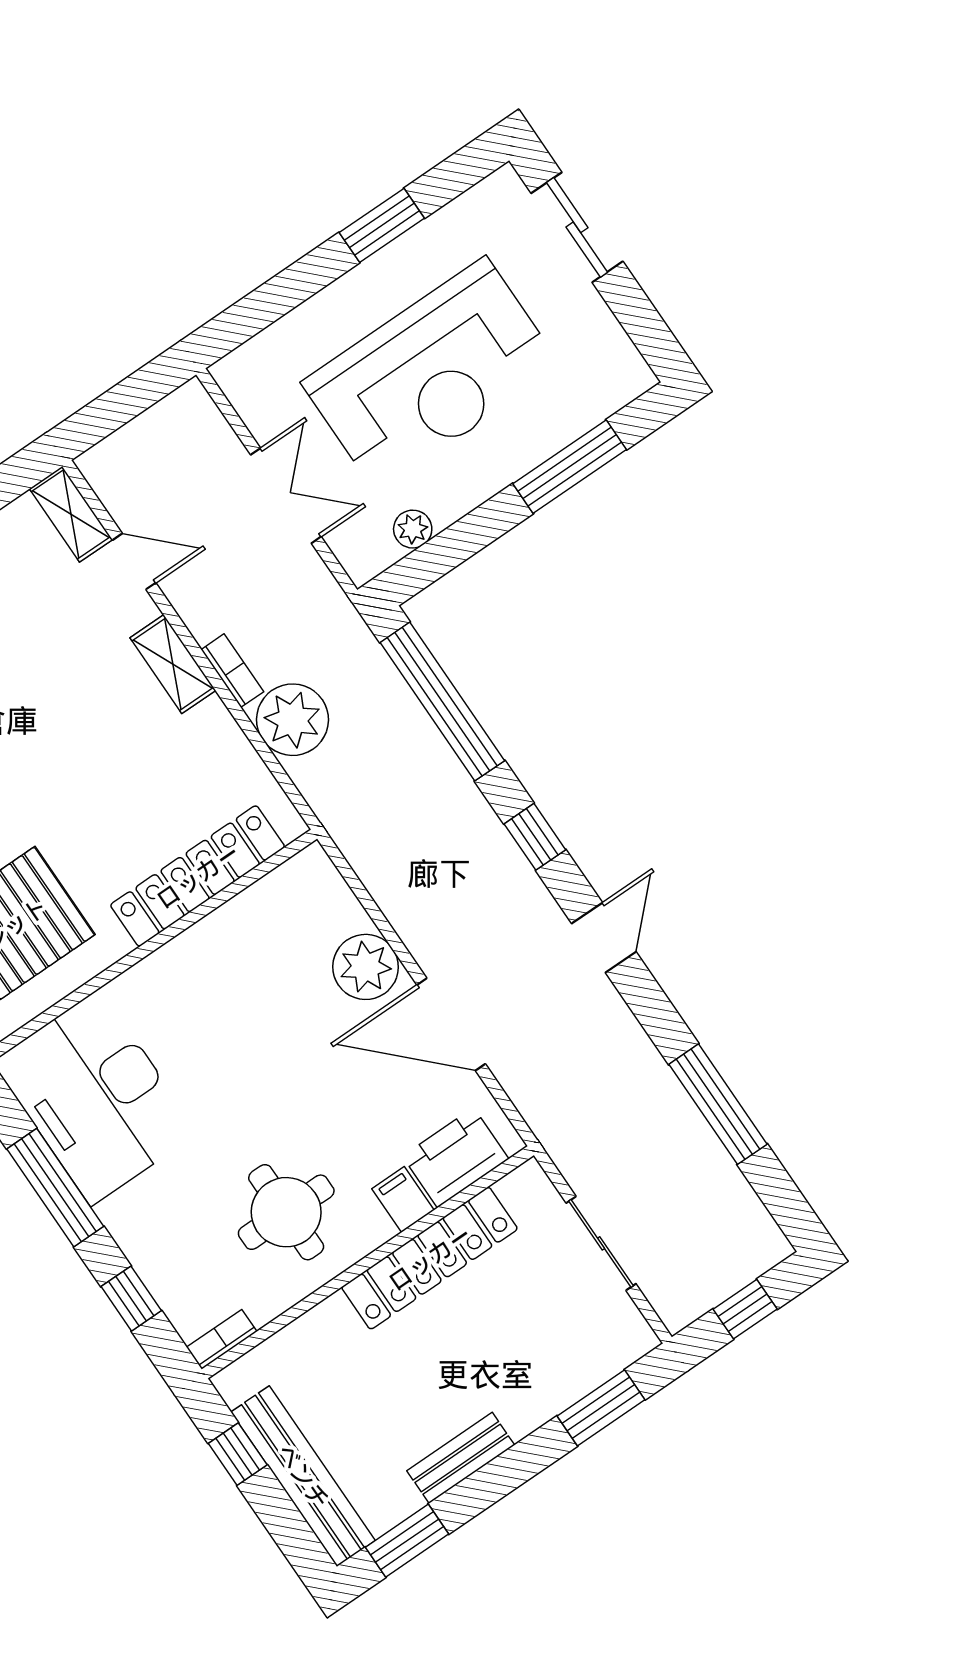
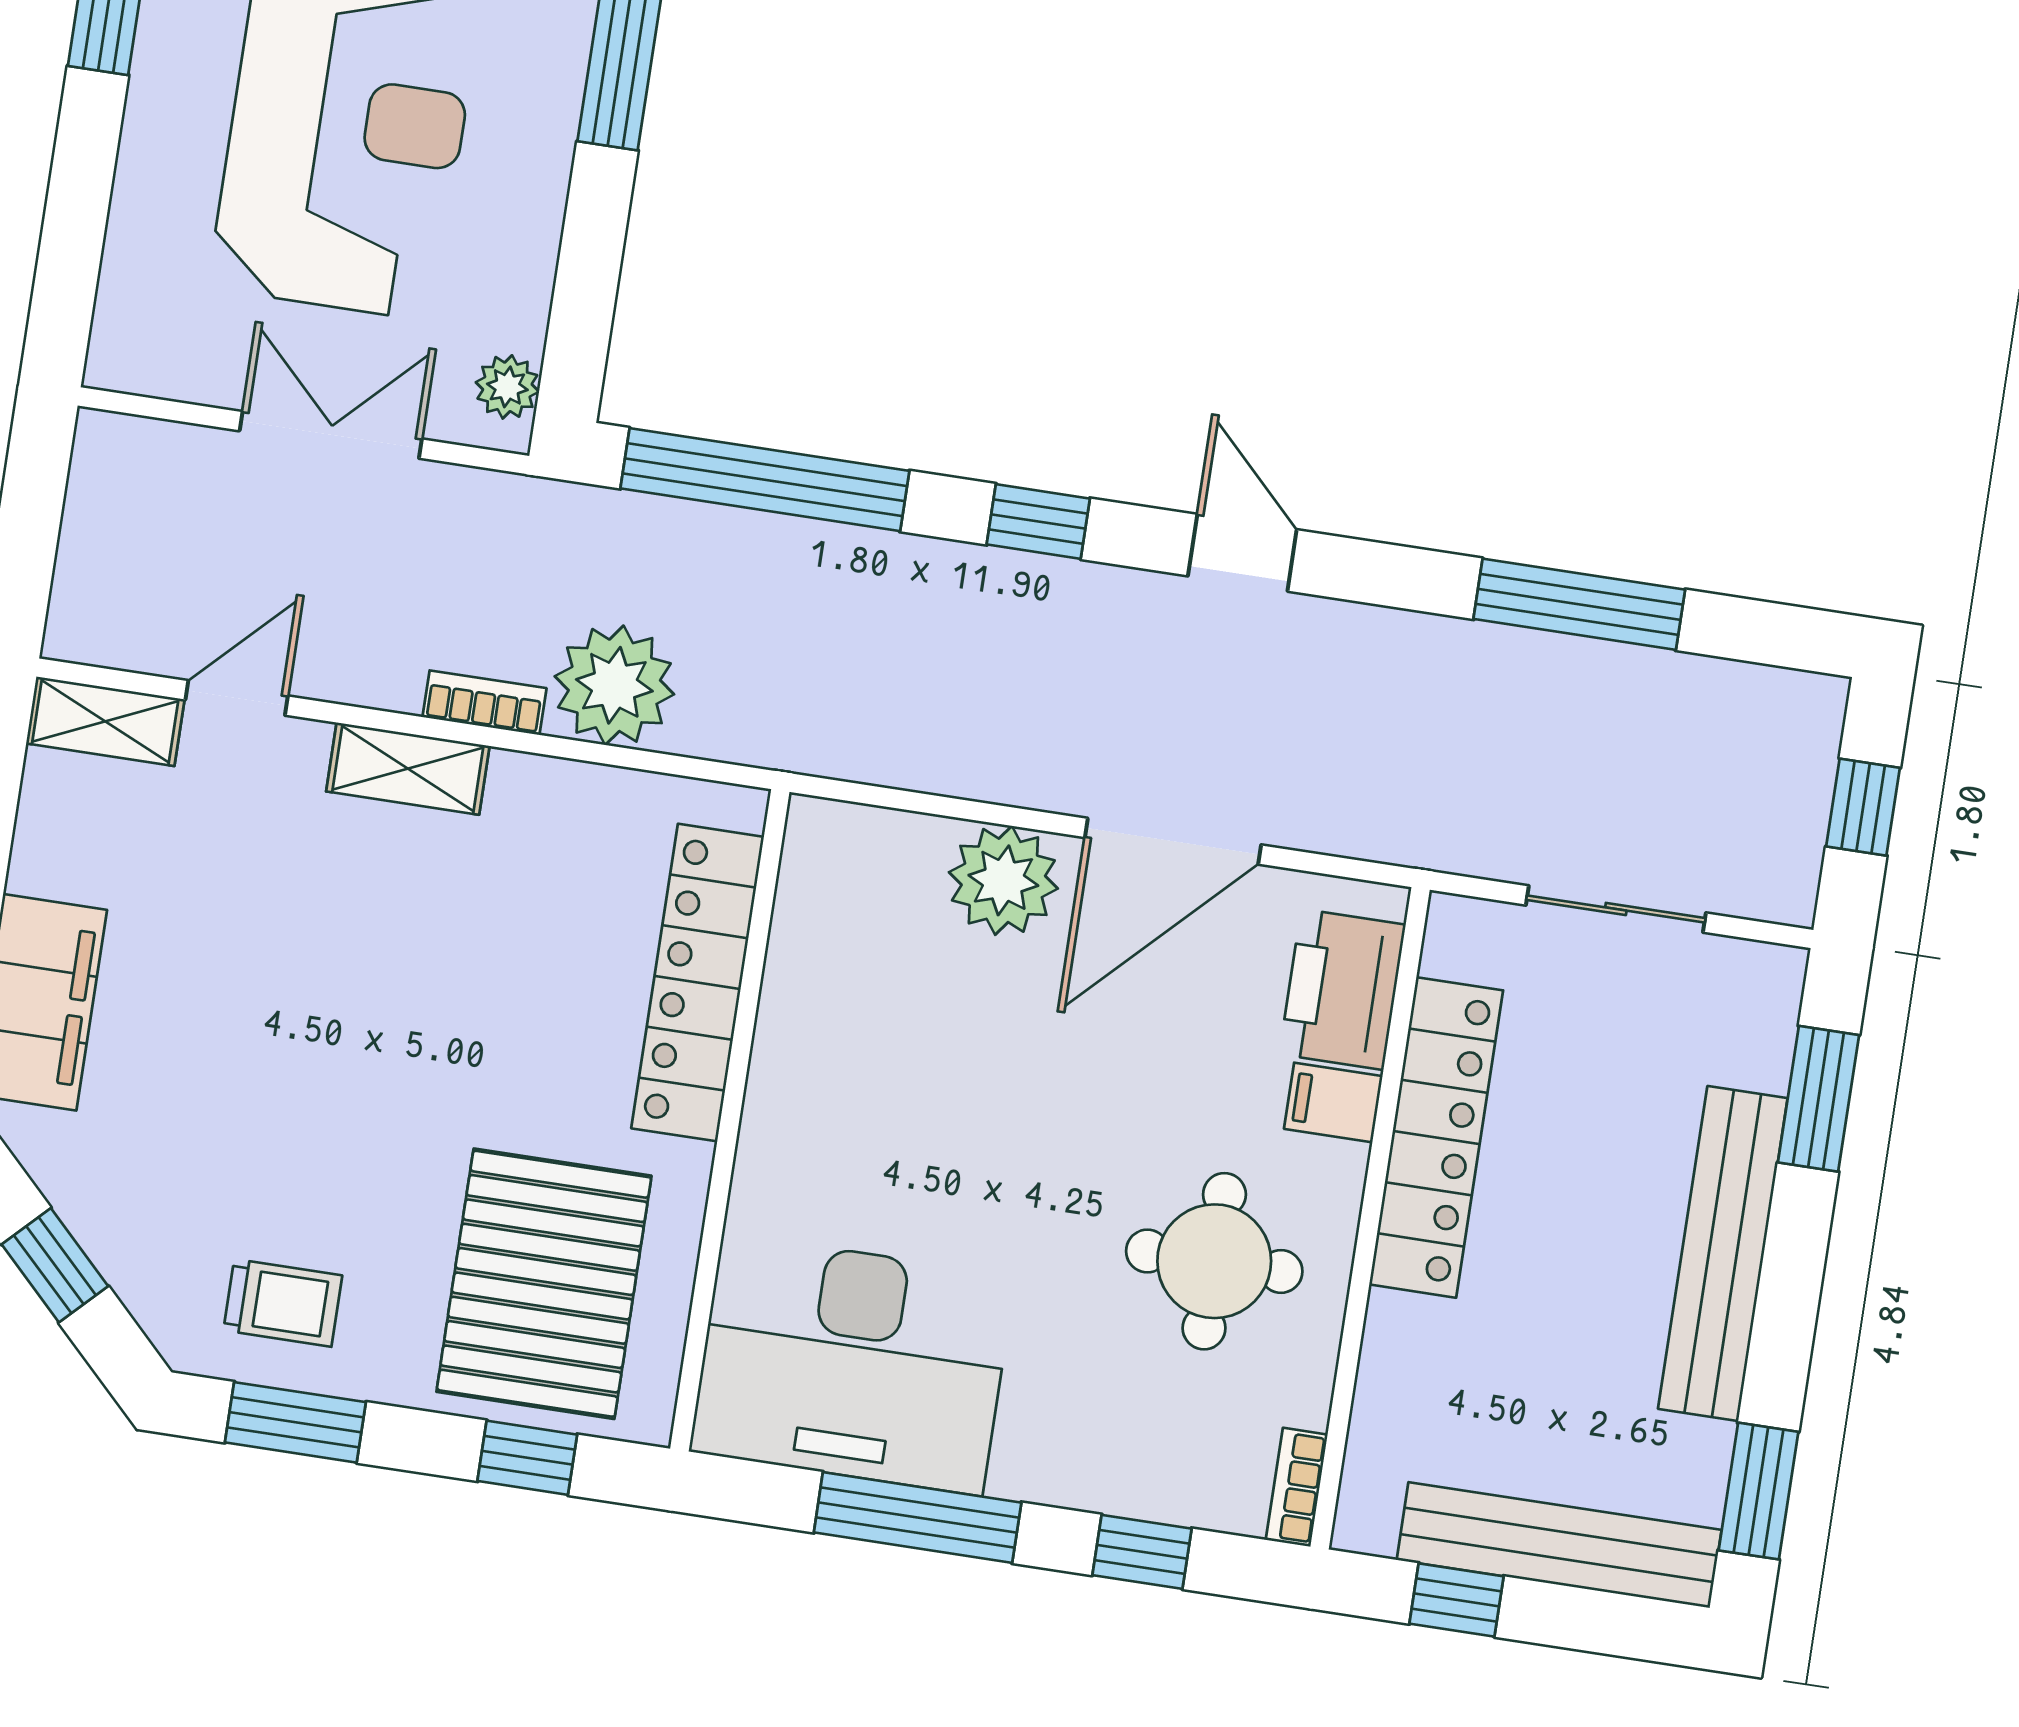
plant: (413, 529) -> (507, 387), moved
bench: (461, 1458) -> (1723, 1254), width x1.86, depth x1.21

